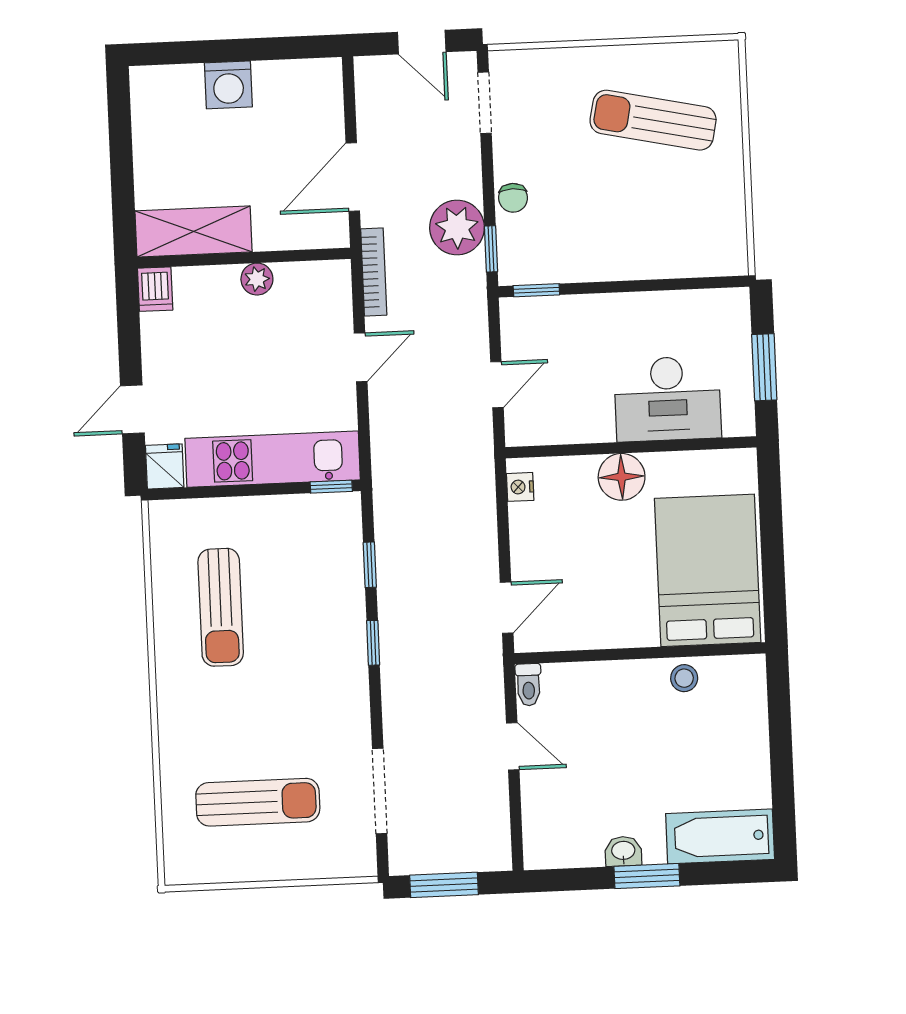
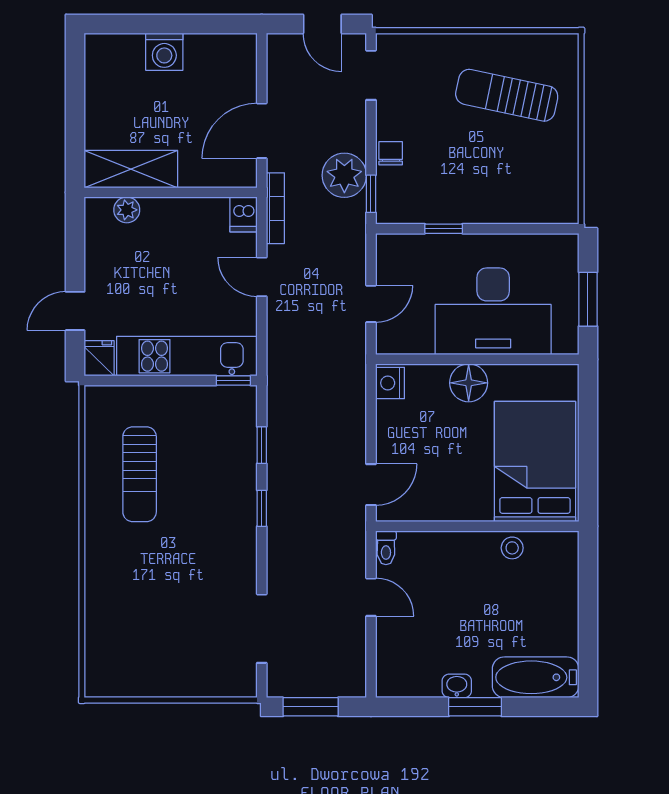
chair: (513, 198) -> (391, 153), turned 180
plant: (257, 279) -> (127, 210), moved
dishwasher: (155, 289) -> (244, 214), moved
window: (536, 290) -> (444, 229), moved
door: (361, 357) -> (262, 277), swing flipped
desk: (668, 399) -> (493, 311), width x1.36, depth x1.30
nightstand: (520, 487) -> (390, 383), width x1.39, depth x1.35
sun lounger: (258, 802) -> (163, 633), removed

